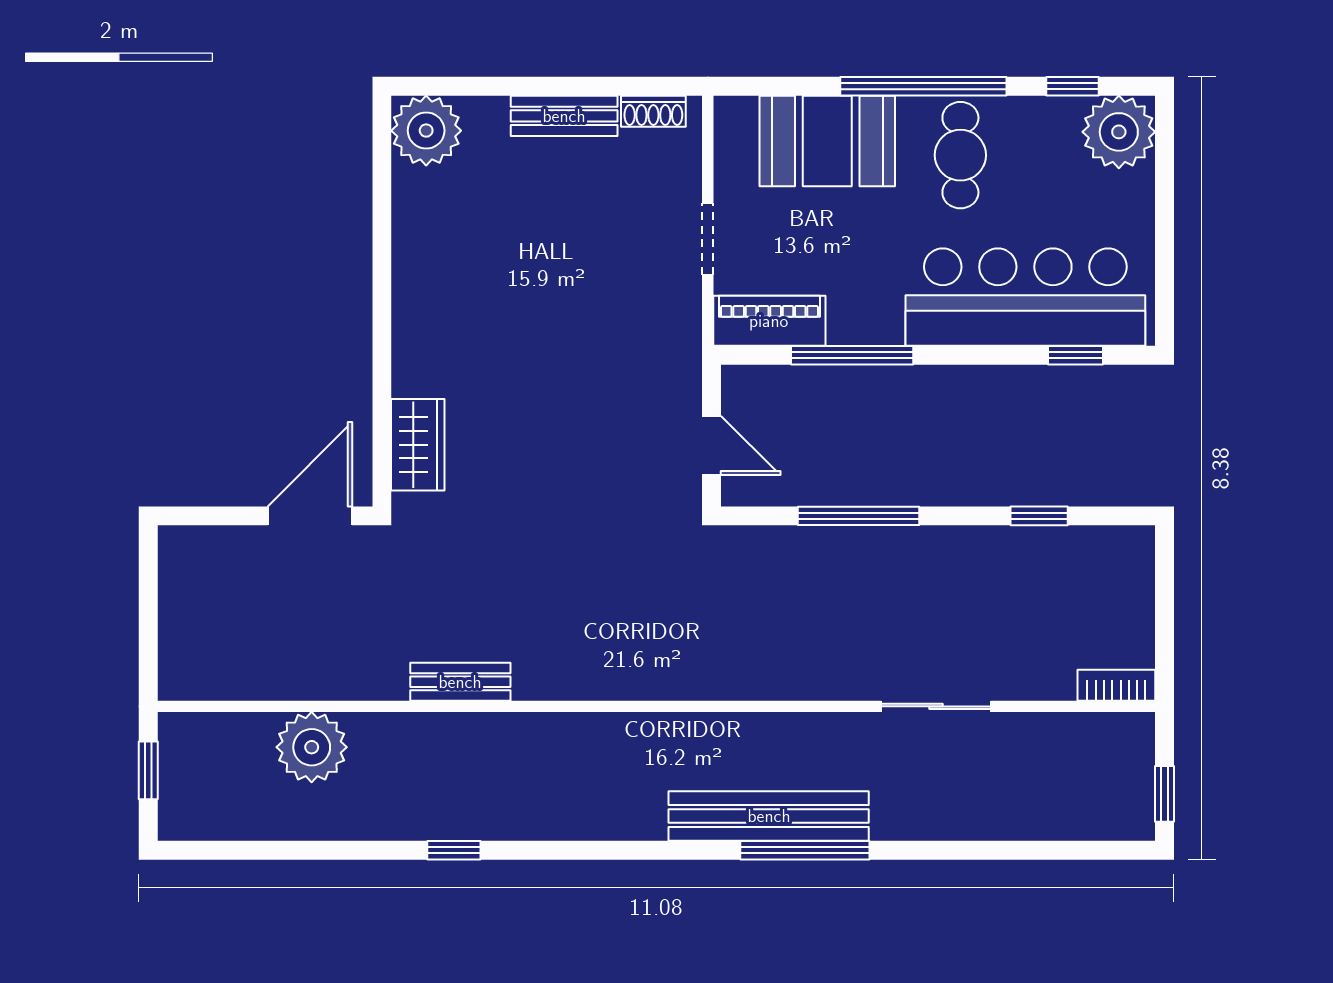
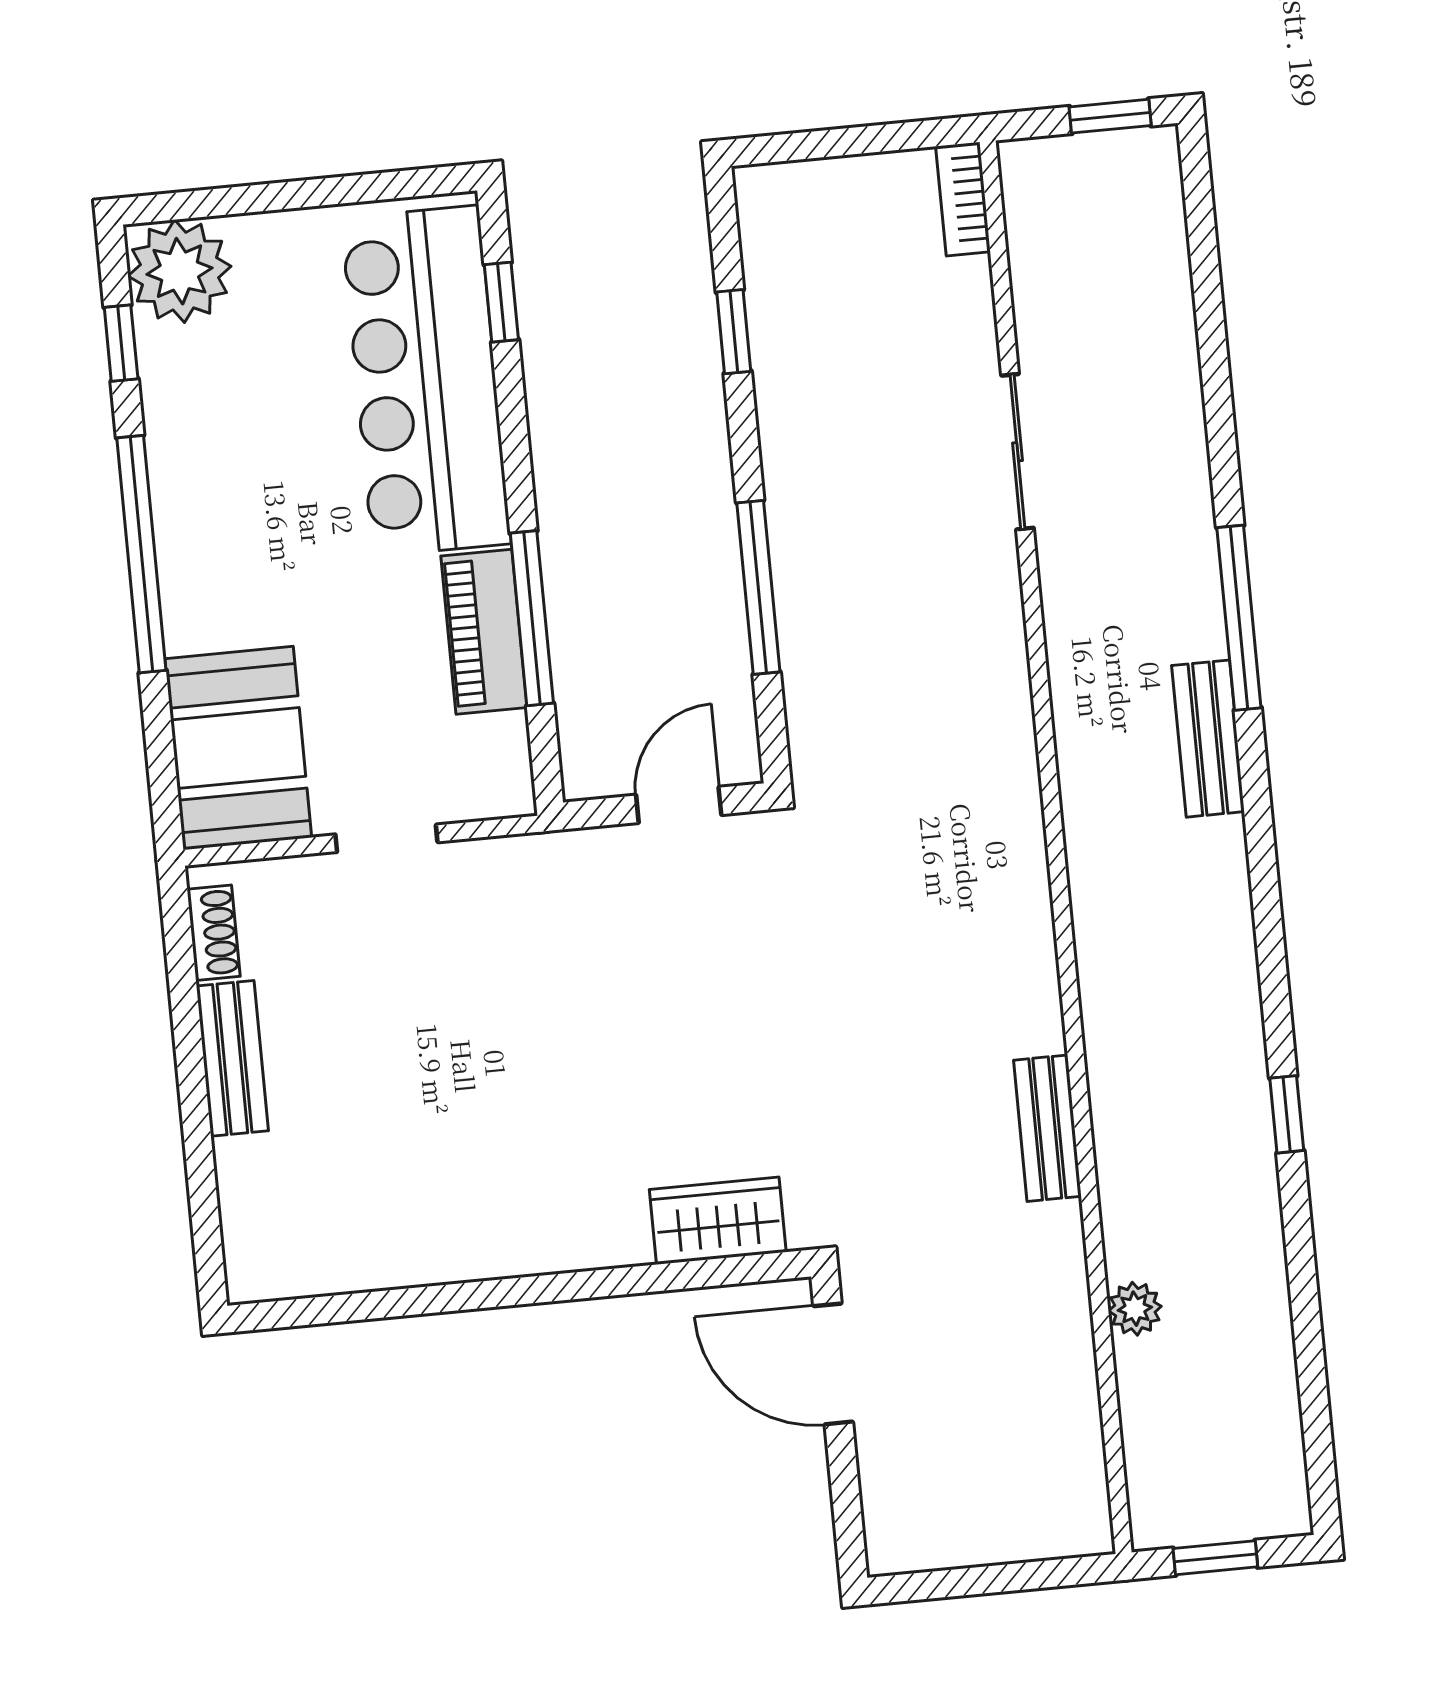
plant: (426, 131) -> (272, 1252), removed
booth: (827, 141) -> (238, 748), moved
cafe table: (960, 155) -> (234, 492), removed
piano: (769, 321) -> (484, 632), moved
plant: (312, 747) -> (1135, 1309), width x0.53, depth x0.53
bench: (769, 816) -> (1208, 739), width x0.54, depth x0.82

